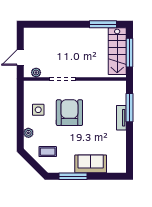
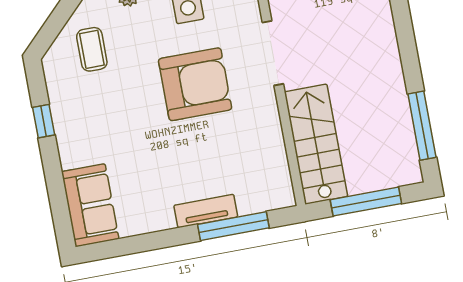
stairs: (117, 51) -> (316, 144), moved, turned 90
sofa: (91, 164) -> (90, 205), moved
window: (73, 176) -> (44, 121), width x0.46

